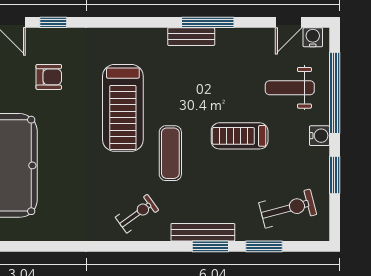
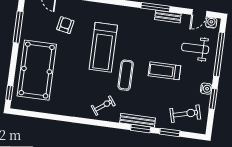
bench: (191, 37) -> (168, 17), moved
armchair: (49, 77) -> (65, 25), turned -79
water cooler: (320, 136) -> (206, 89), moved

